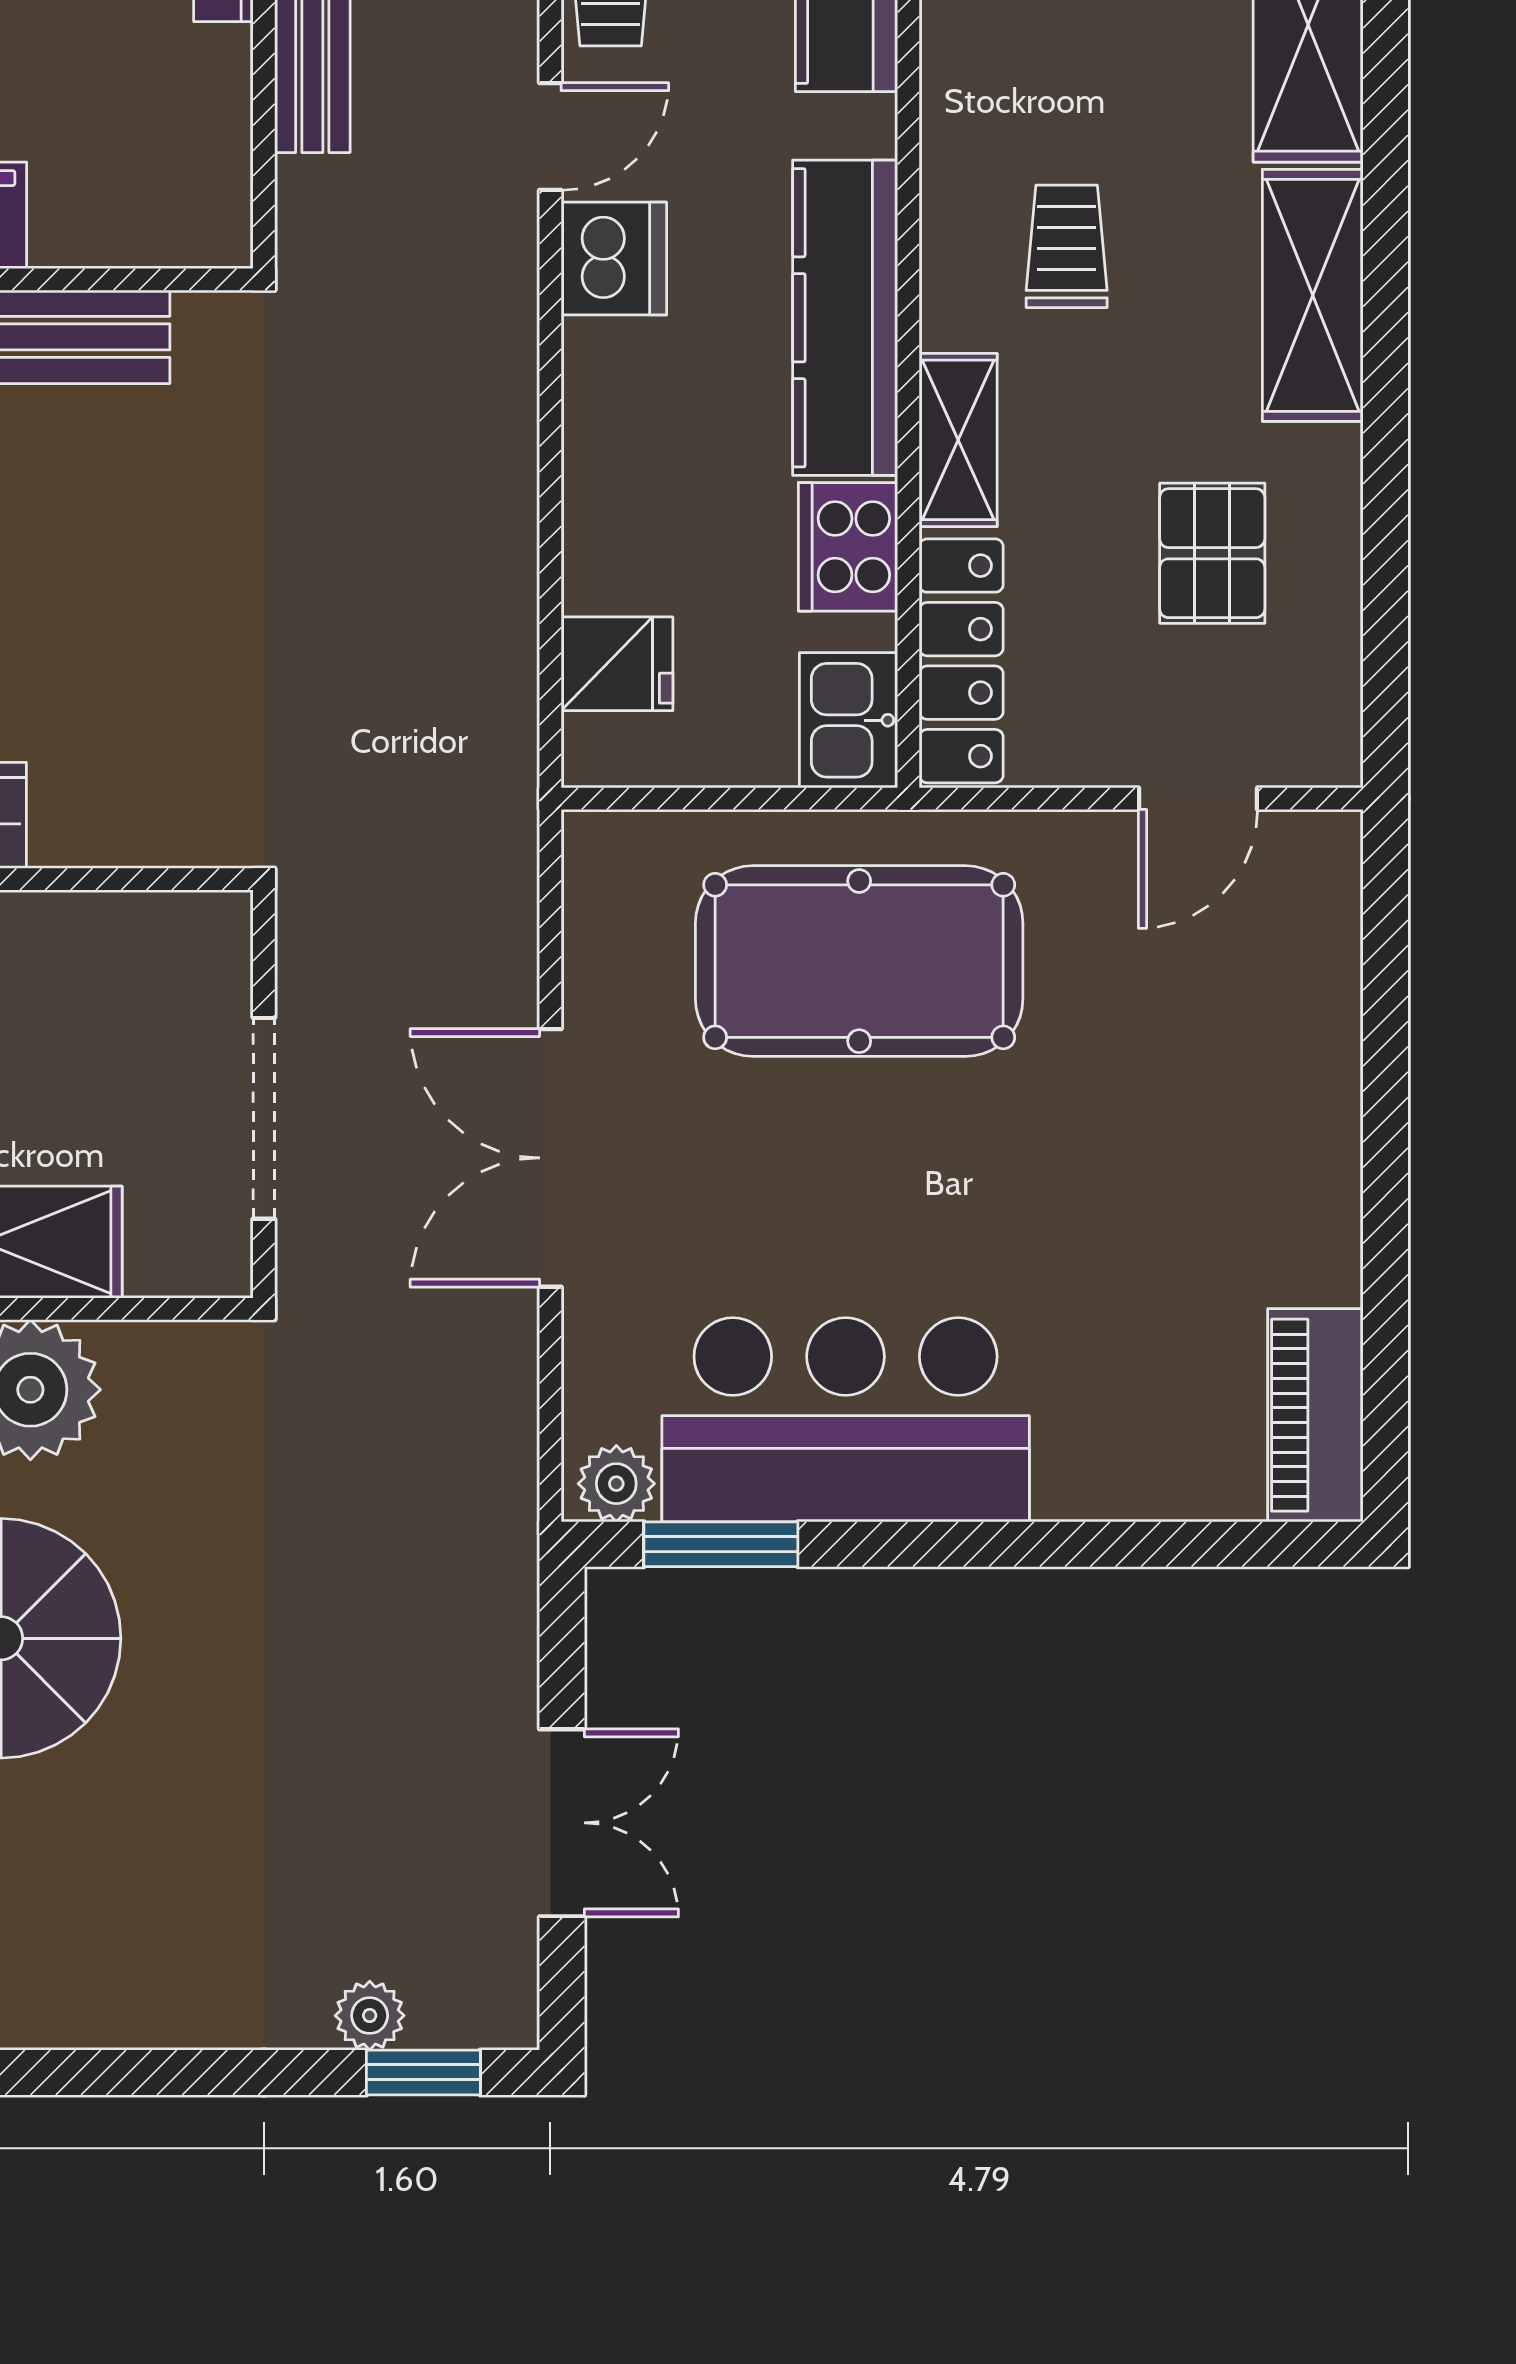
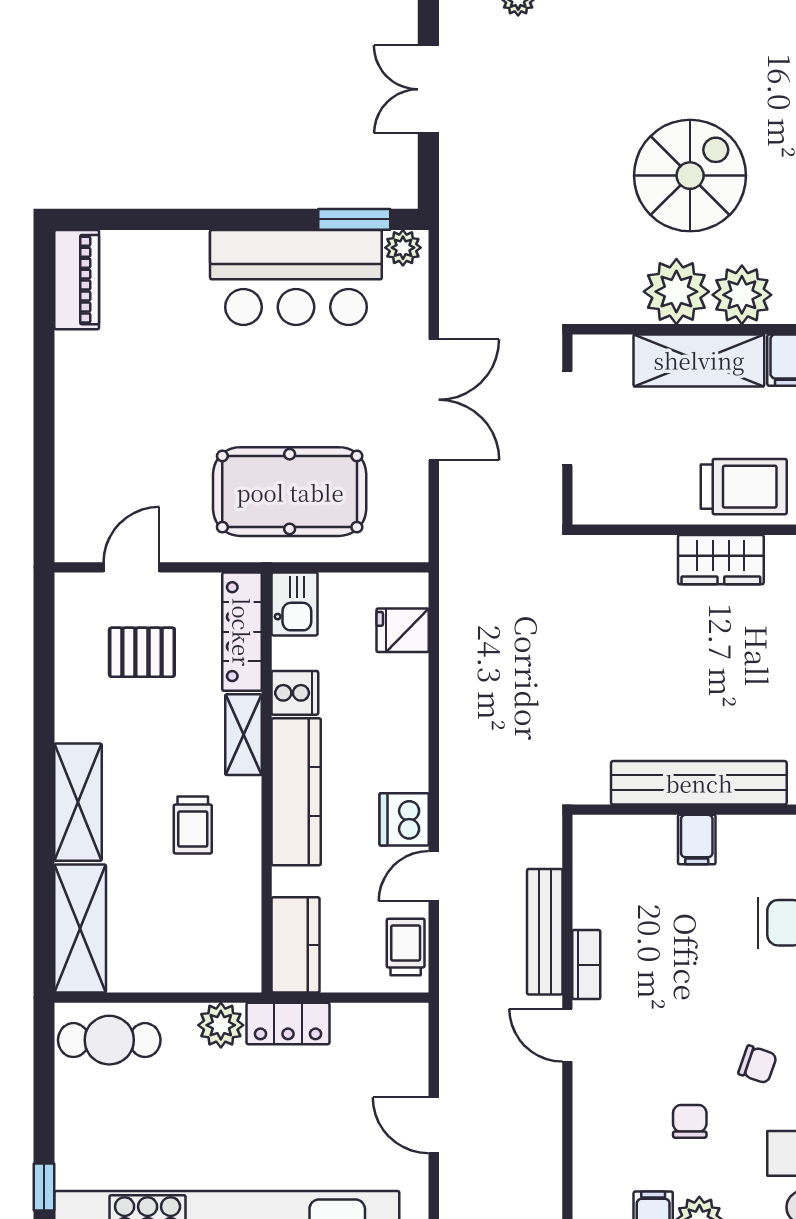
cooker: (848, 547) -> (295, 693), width x0.73
pallet: (1212, 553) -> (142, 652), moved, turned 90

